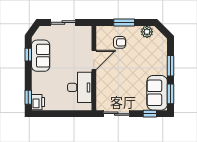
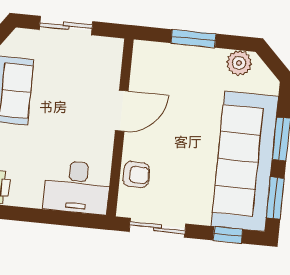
armchair: (120, 42) -> (136, 175), moved
desk: (80, 87) -> (77, 187), moved, turned 90
sofa: (157, 93) -> (245, 161), width x1.85, depth x1.27

